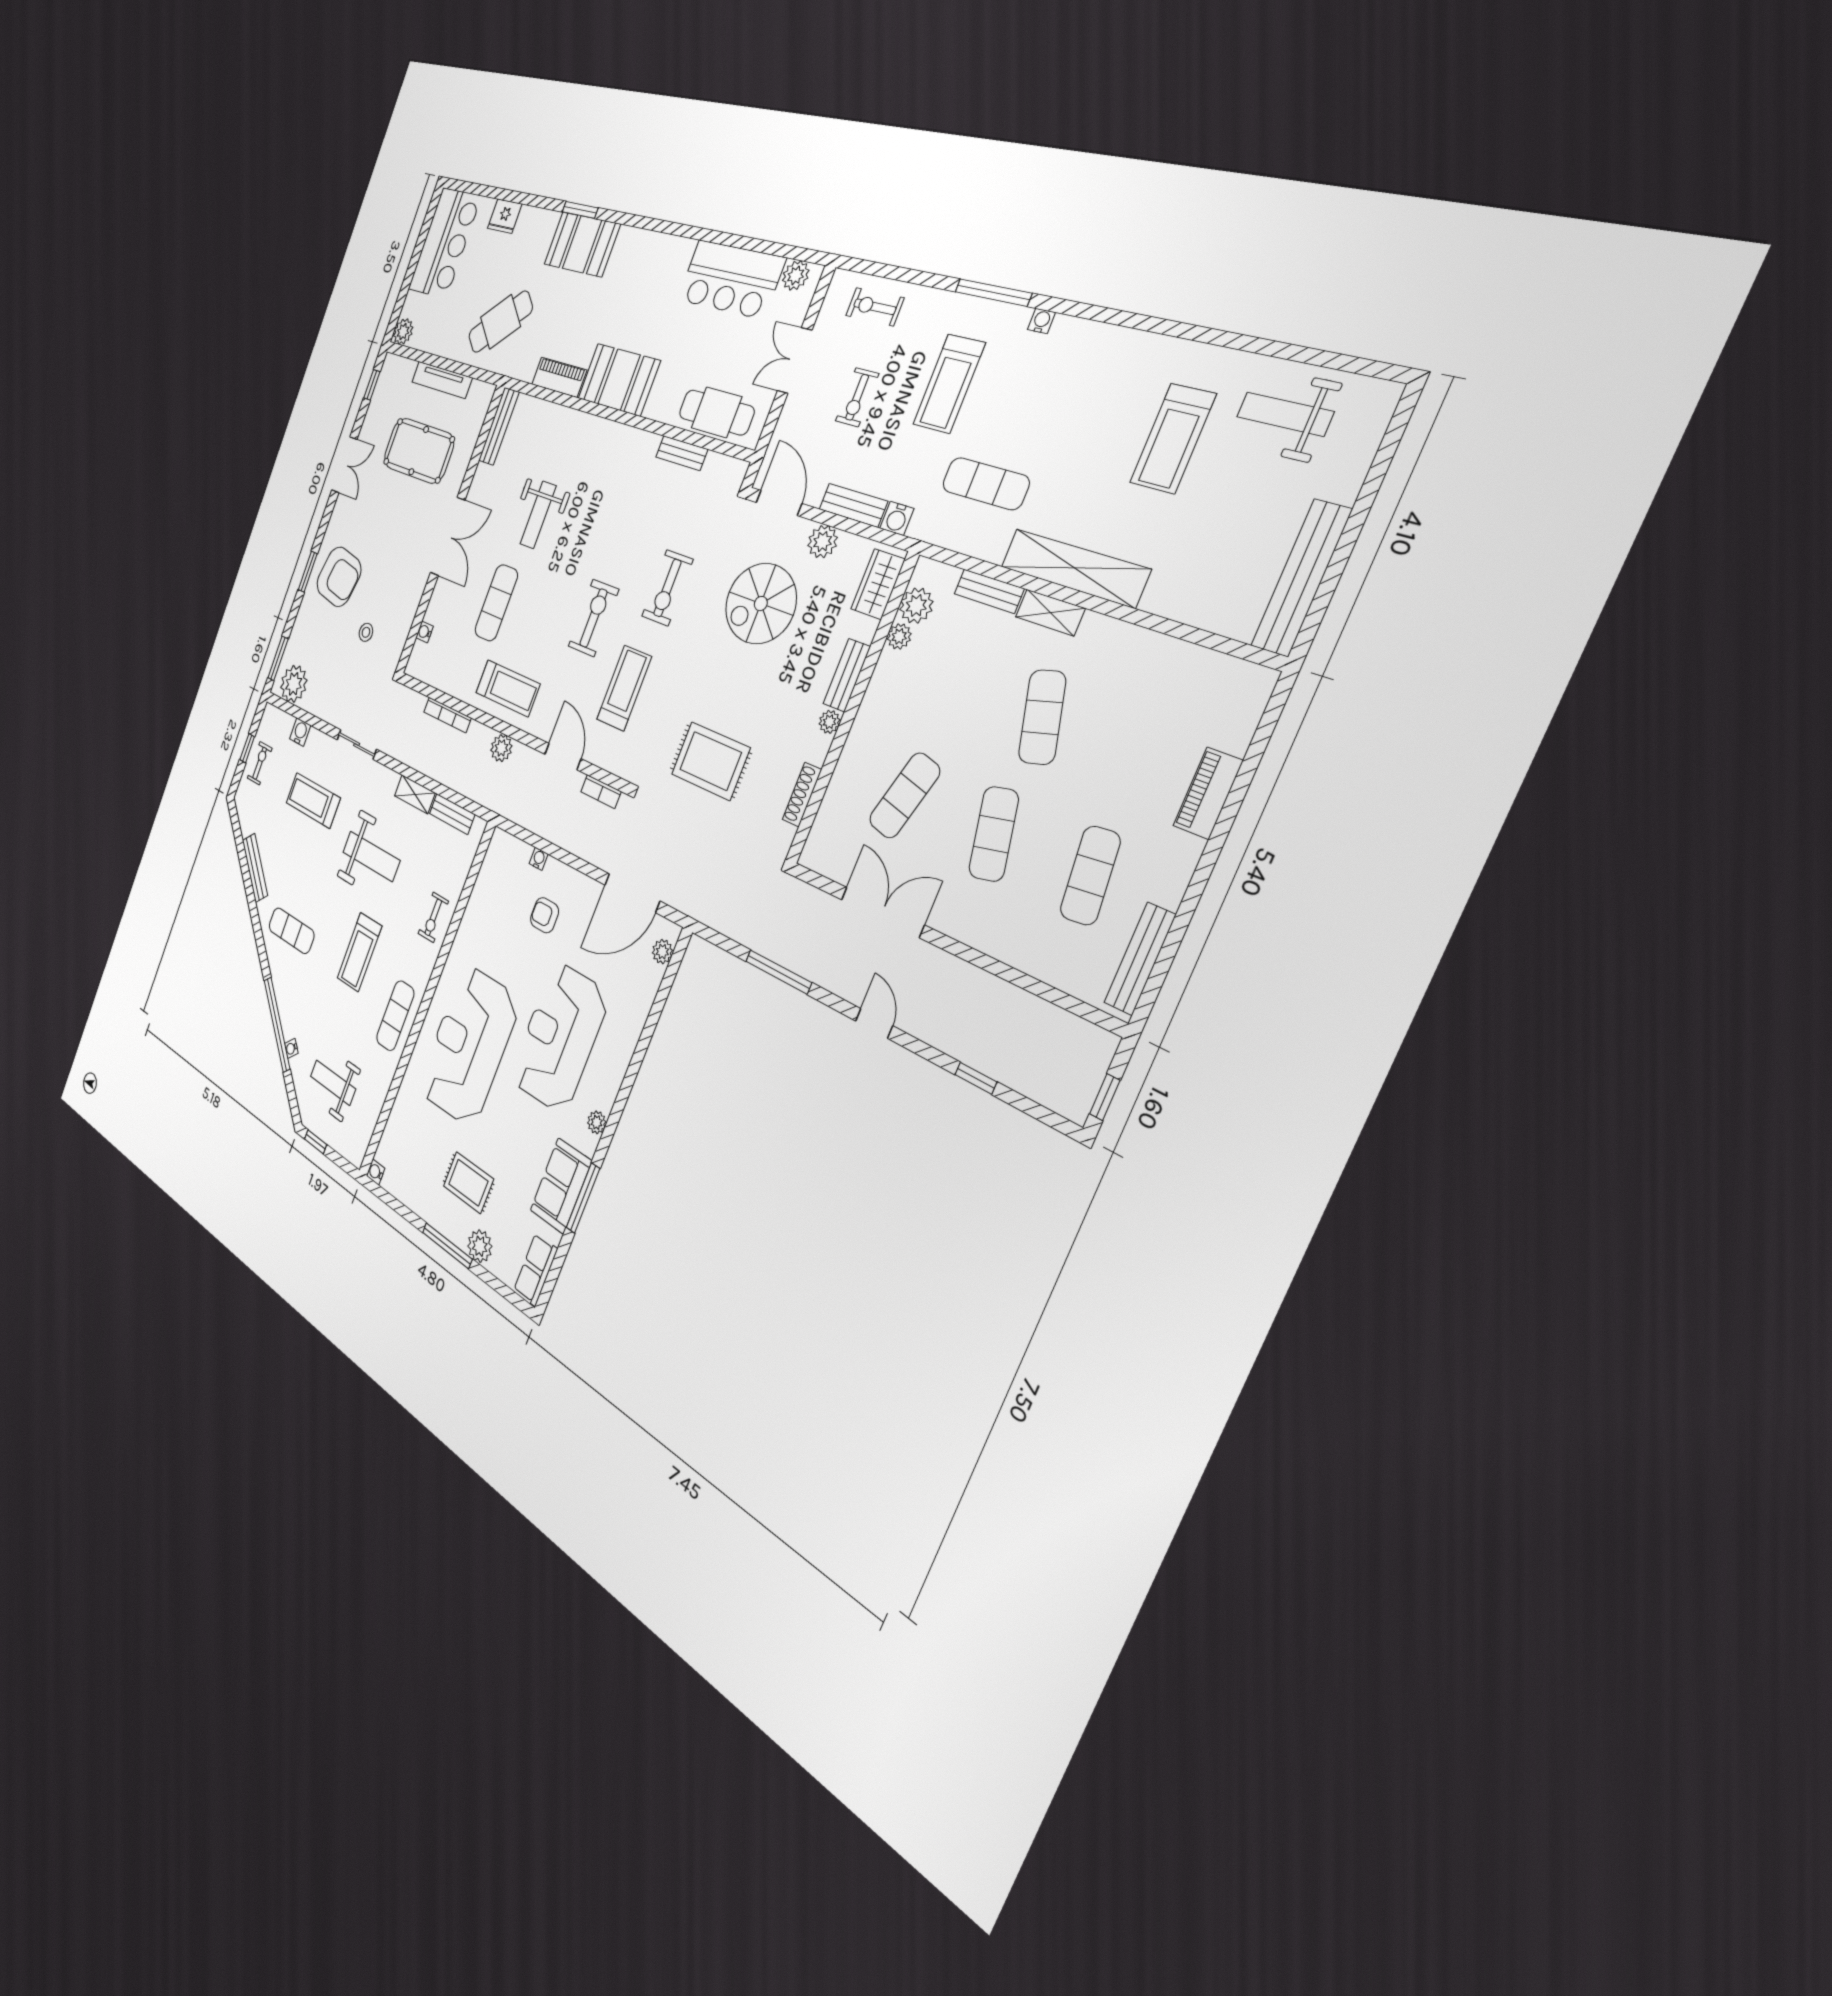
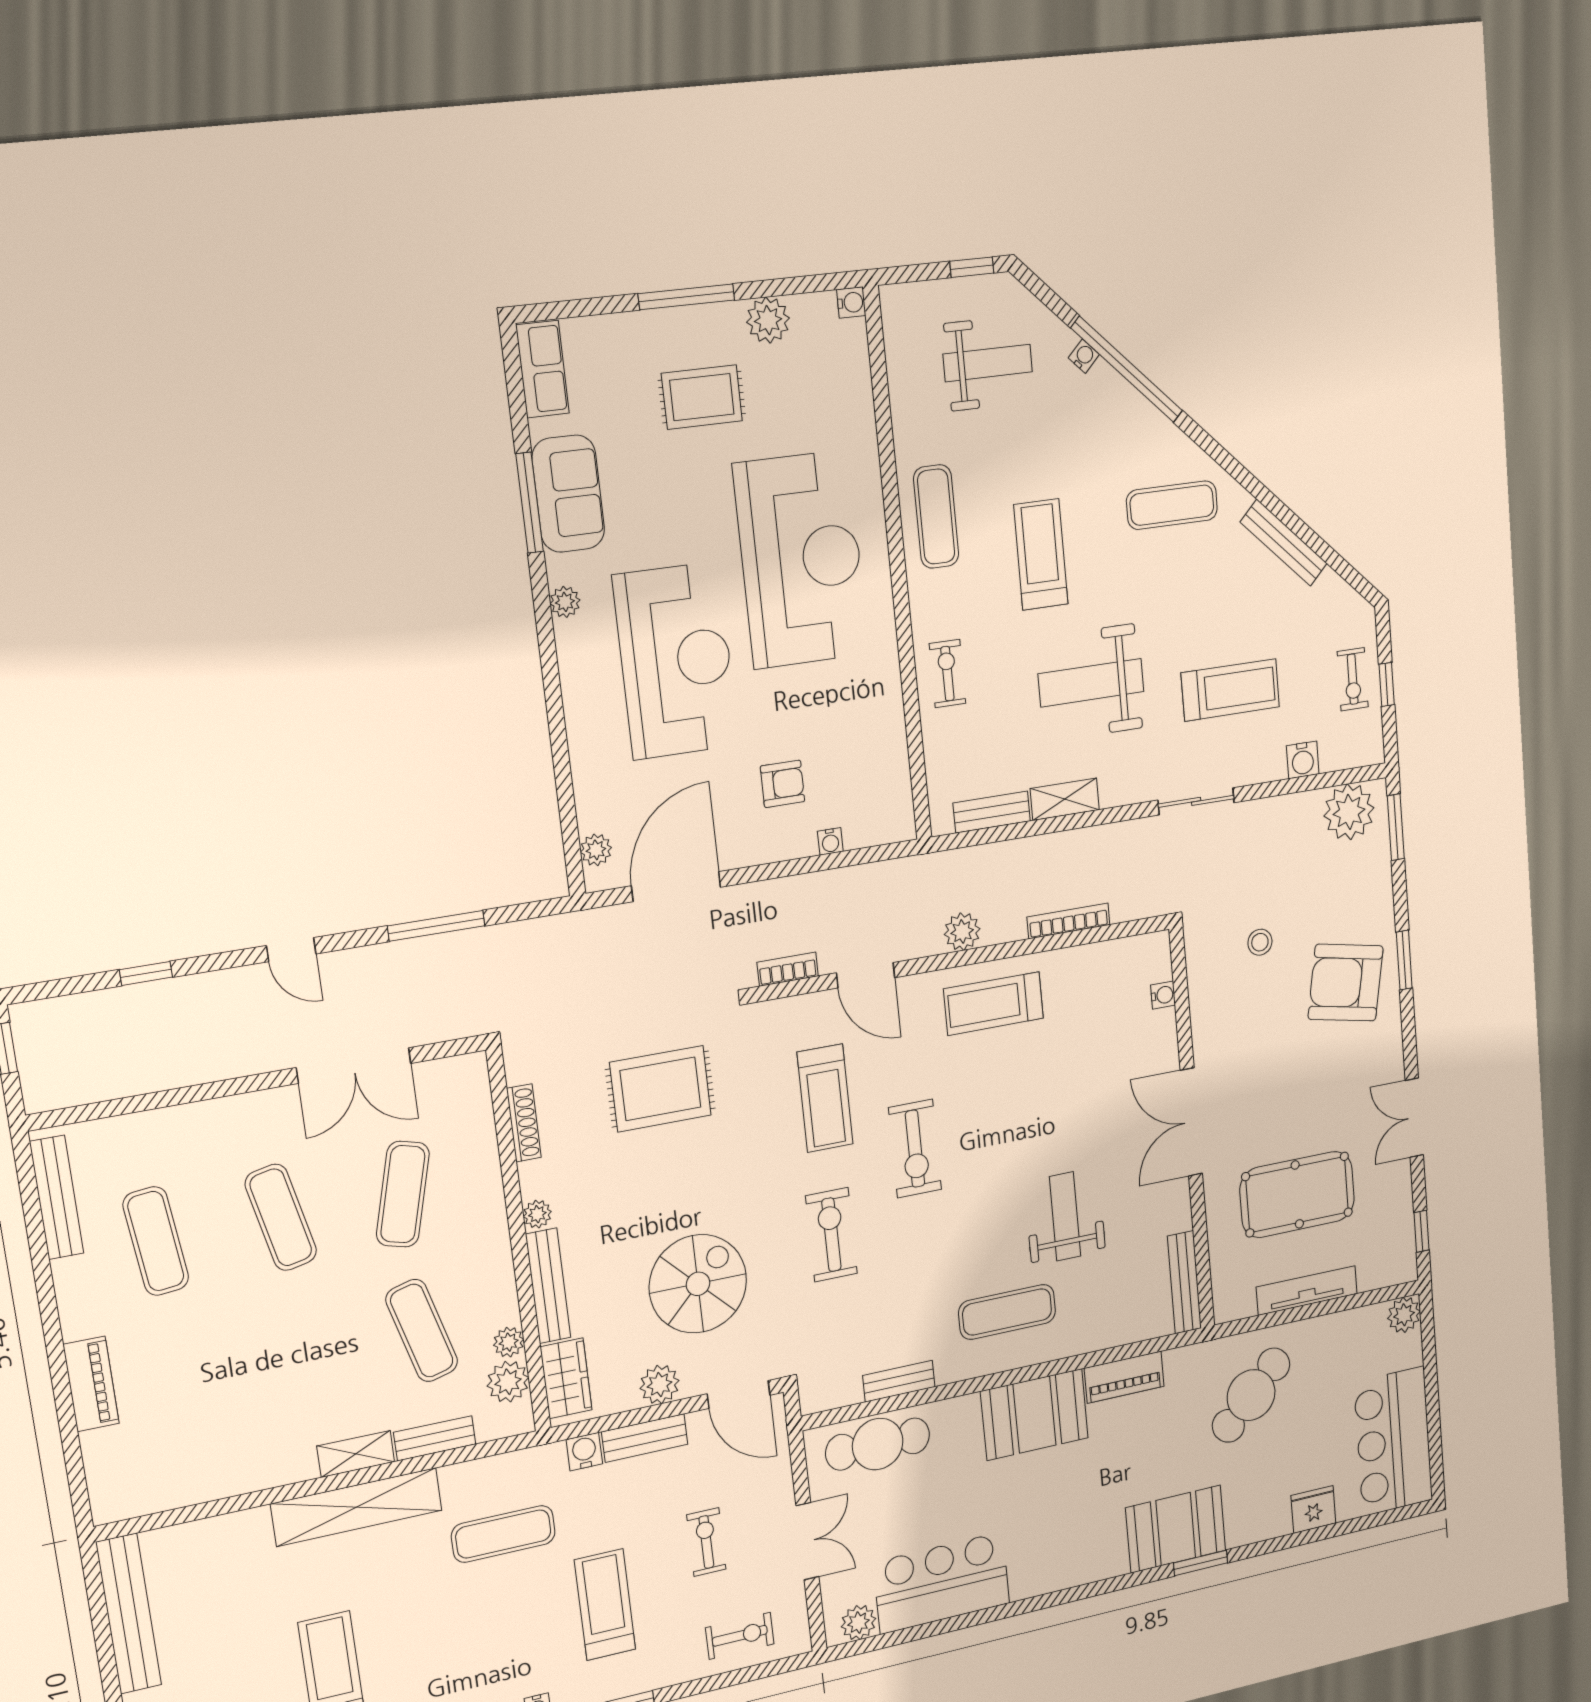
exercise mat: (496, 603) -> (1007, 1312), moved, turned 90
bench: (847, 675) -> (548, 1286), width x1.36
exercise mat: (1042, 717) -> (422, 1331), moved
plant: (480, 1246) -> (768, 320), moved

